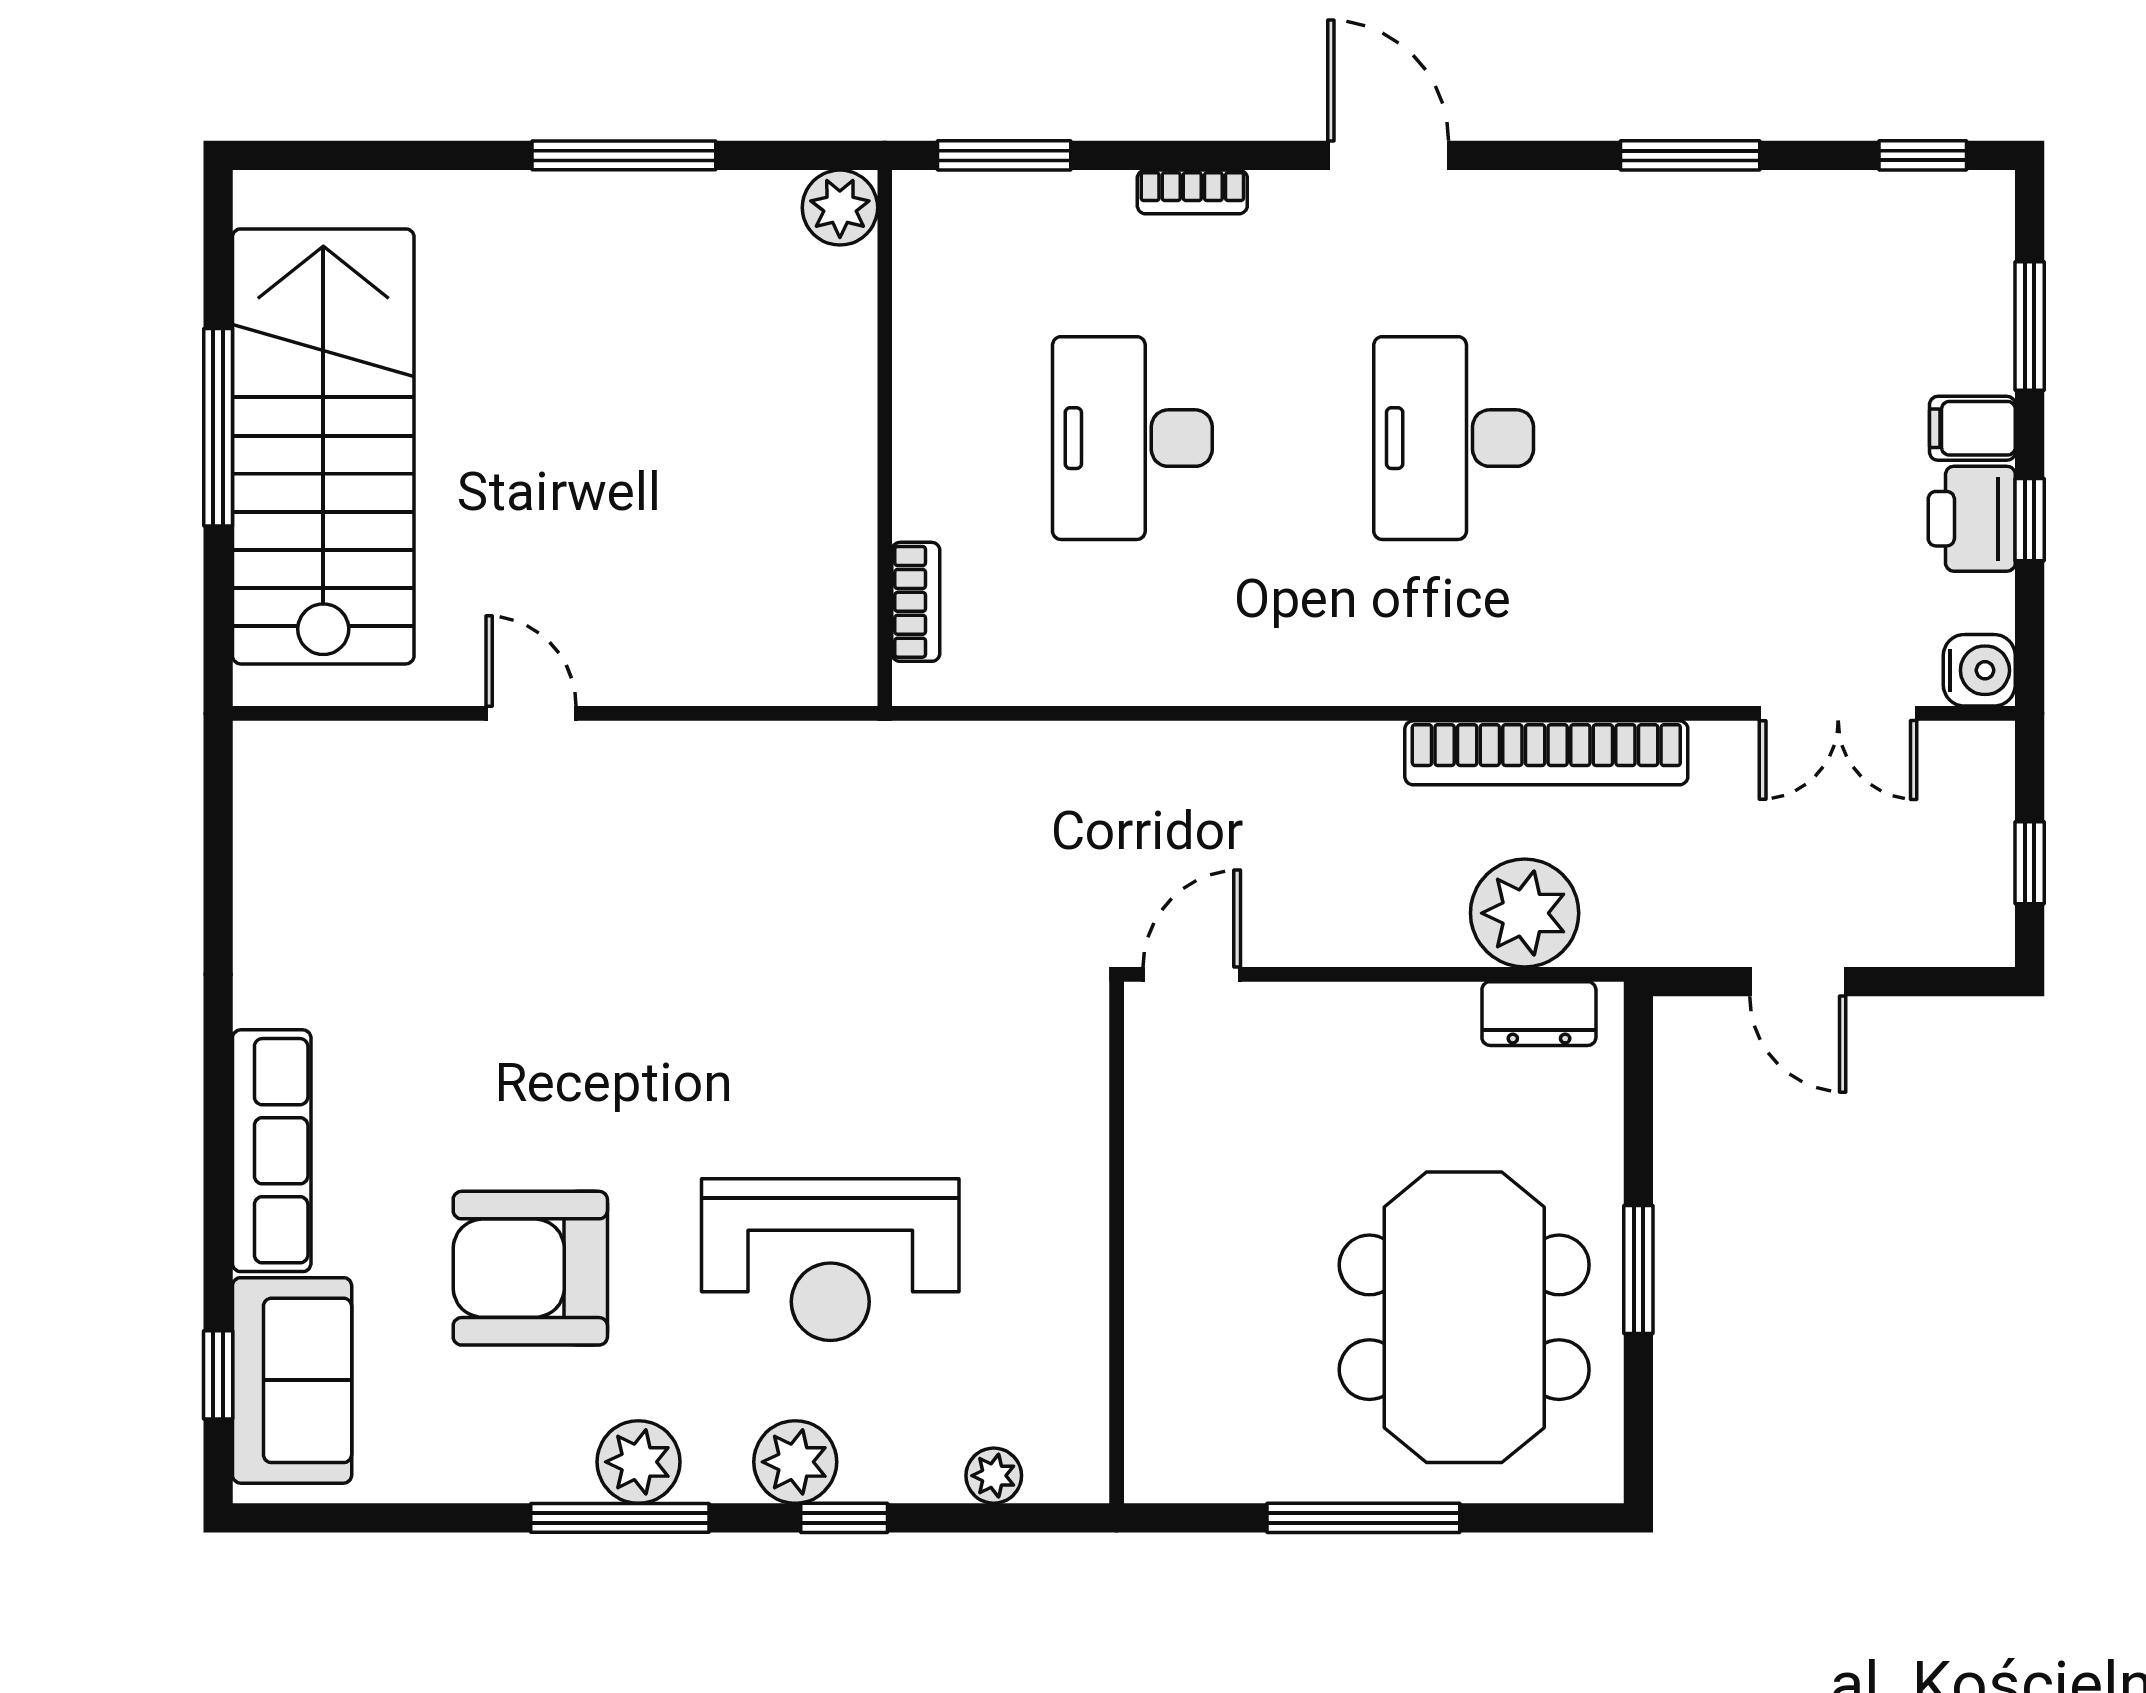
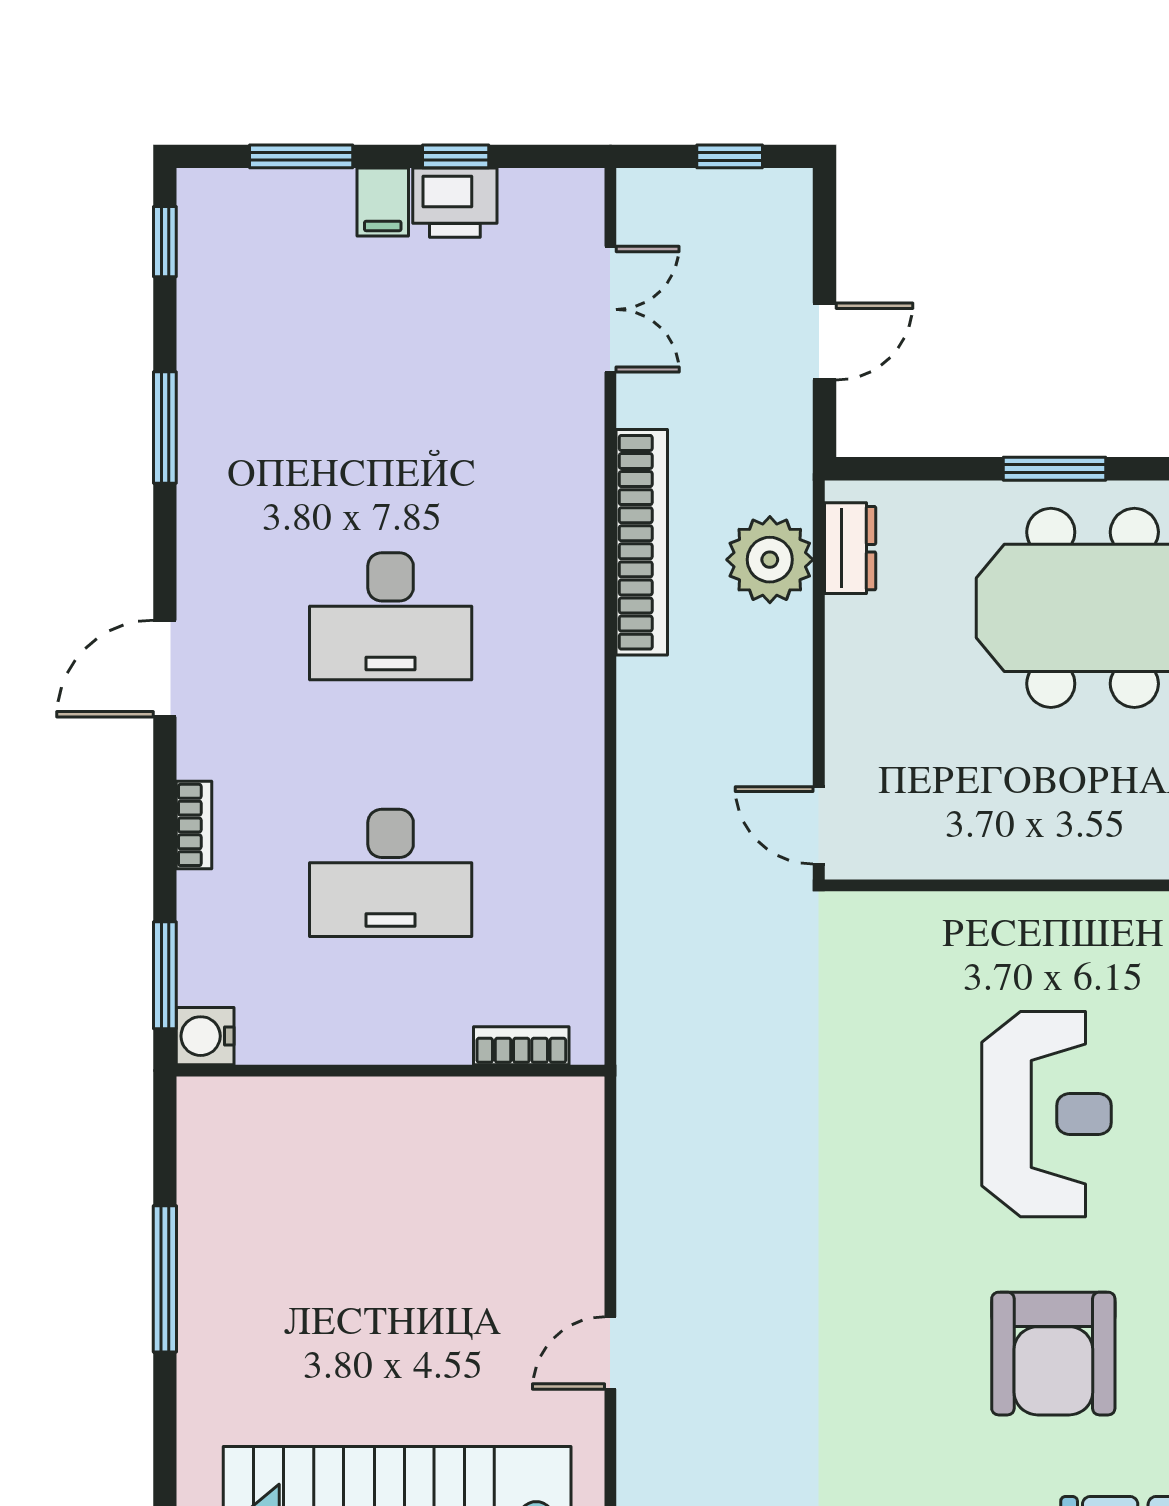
plant: (840, 208) -> (206, 1106), removed
water cooler: (1979, 670) -> (205, 1036), moved, turned -90

